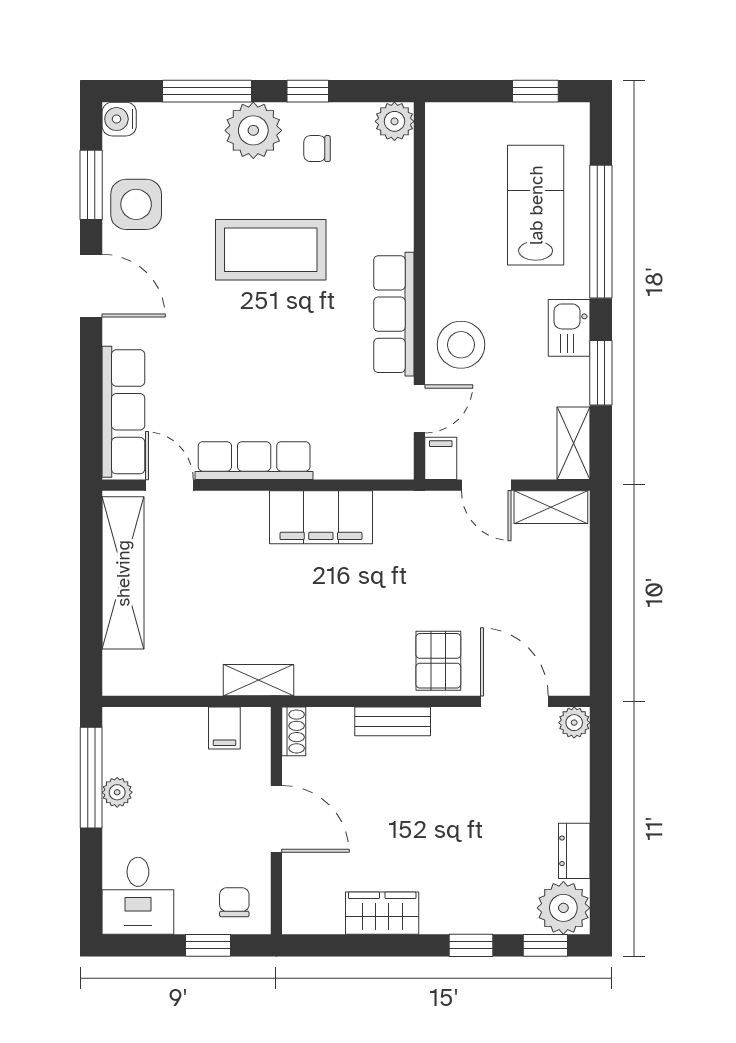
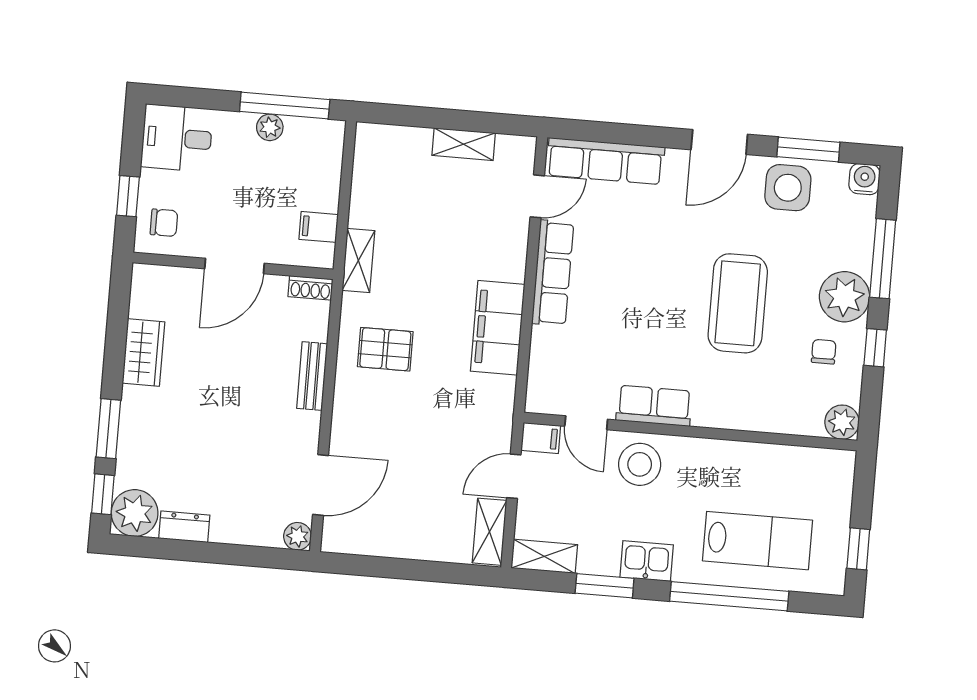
row of seats: (394, 314) -> (654, 406), width x0.68
shelving: (123, 573) -> (464, 144), width x0.45, depth x0.75
pallet: (438, 661) -> (385, 349), moved
window: (471, 945) -> (108, 429), width x1.50

